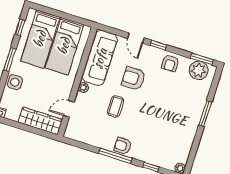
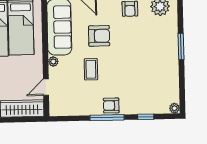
armchair: (133, 78) -> (99, 36), turned 180

